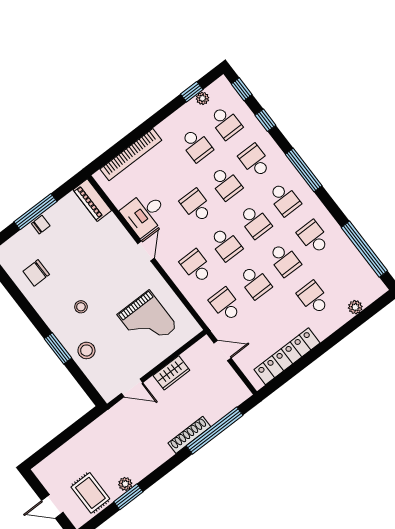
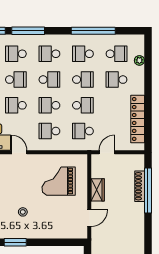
window: (304, 170) -> (28, 31), moved
school desk: (284, 199) -> (49, 54), turned 180
school desk: (226, 244) -> (49, 105), turned 180
window: (364, 249) -> (93, 31), moved
school desk: (343, 275) -> (116, 54), added
grand piano: (147, 321) -> (59, 181), turned 180
window: (58, 348) -> (15, 242), moved
stool: (86, 350) -> (49, 227), removed
shoe rack: (189, 435) -> (140, 186), moved

